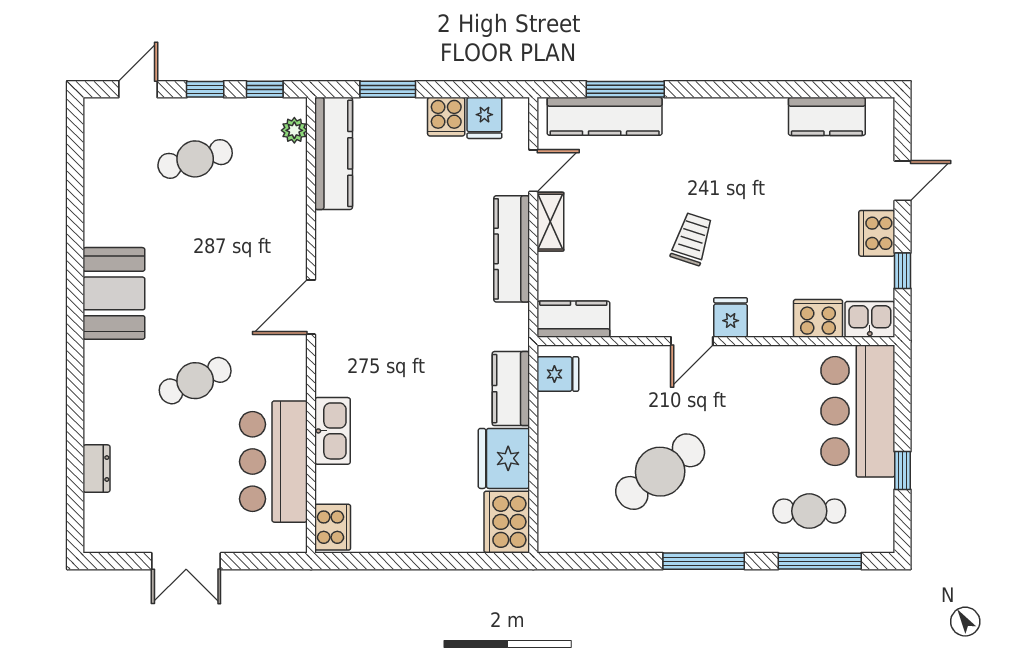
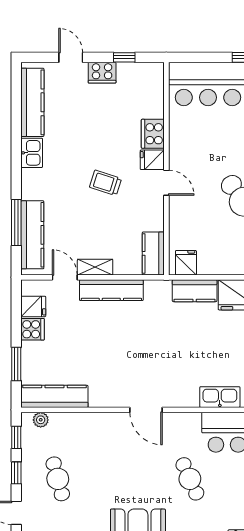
kitchen counter: (827, 116) -> (32, 102), width x1.50
cooker: (818, 318) -> (153, 134), moved
kitchen sink: (870, 319) -> (32, 153), moved, turned 180

